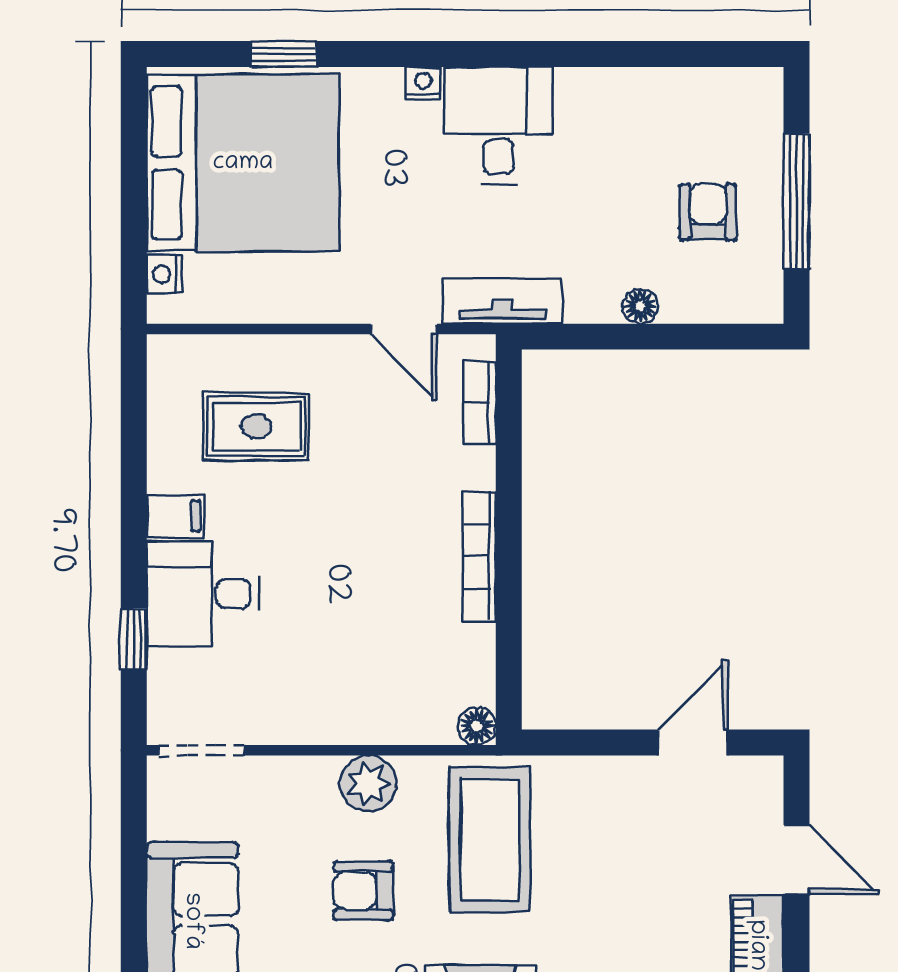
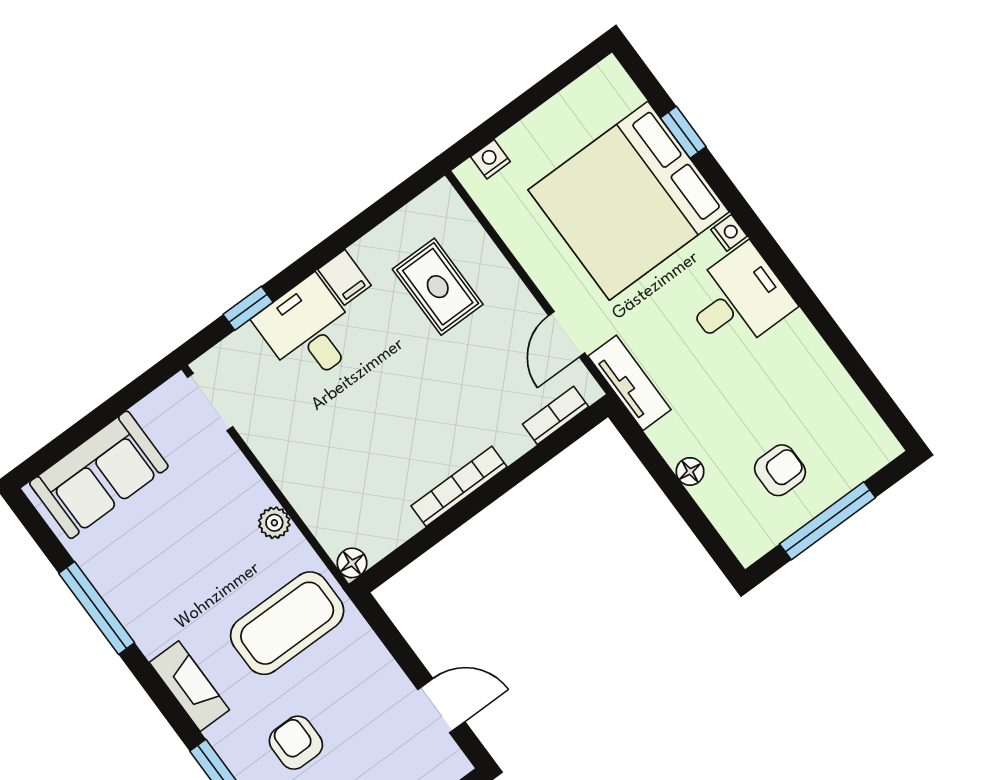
bed: (243, 163) -> (629, 201), moved, turned 90
plant: (368, 784) -> (274, 523), width x0.73, depth x0.73
armchair: (363, 891) -> (296, 743), moved

